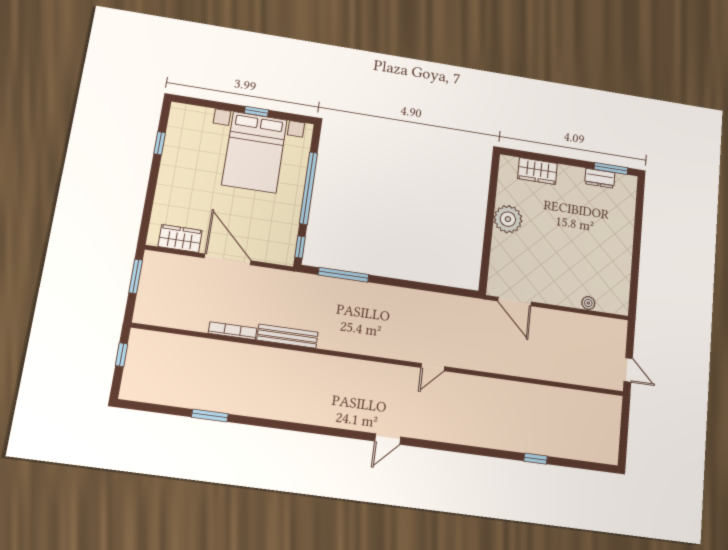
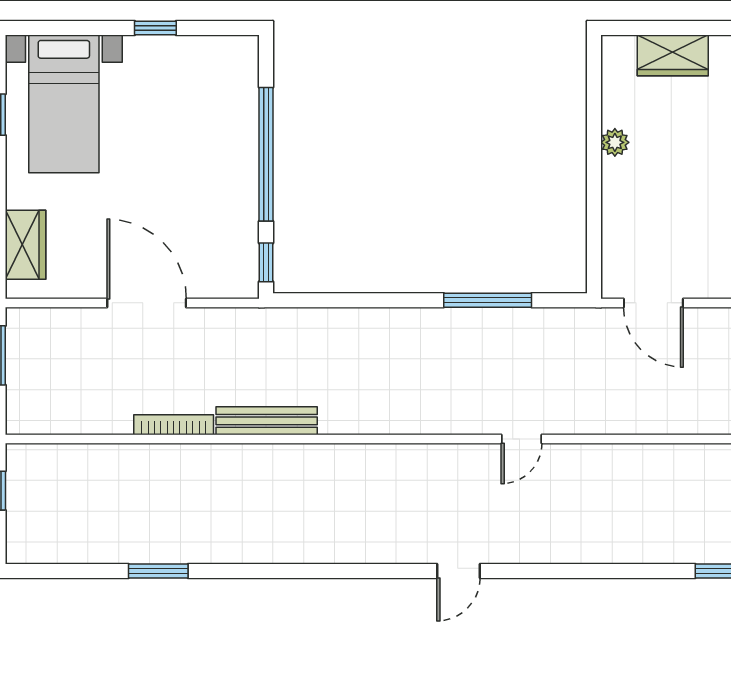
bed with nightstands: (255, 152) -> (64, 104), moved, width x0.73
plant: (508, 219) -> (615, 142), width x0.53, depth x0.53
wardrobe: (180, 239) -> (26, 245), moved, turned 90
window: (343, 275) -> (488, 300), moved

